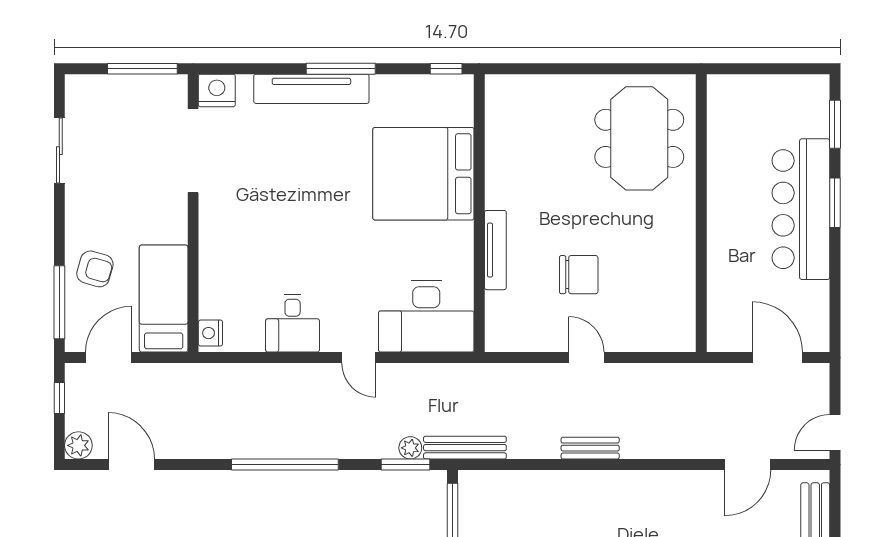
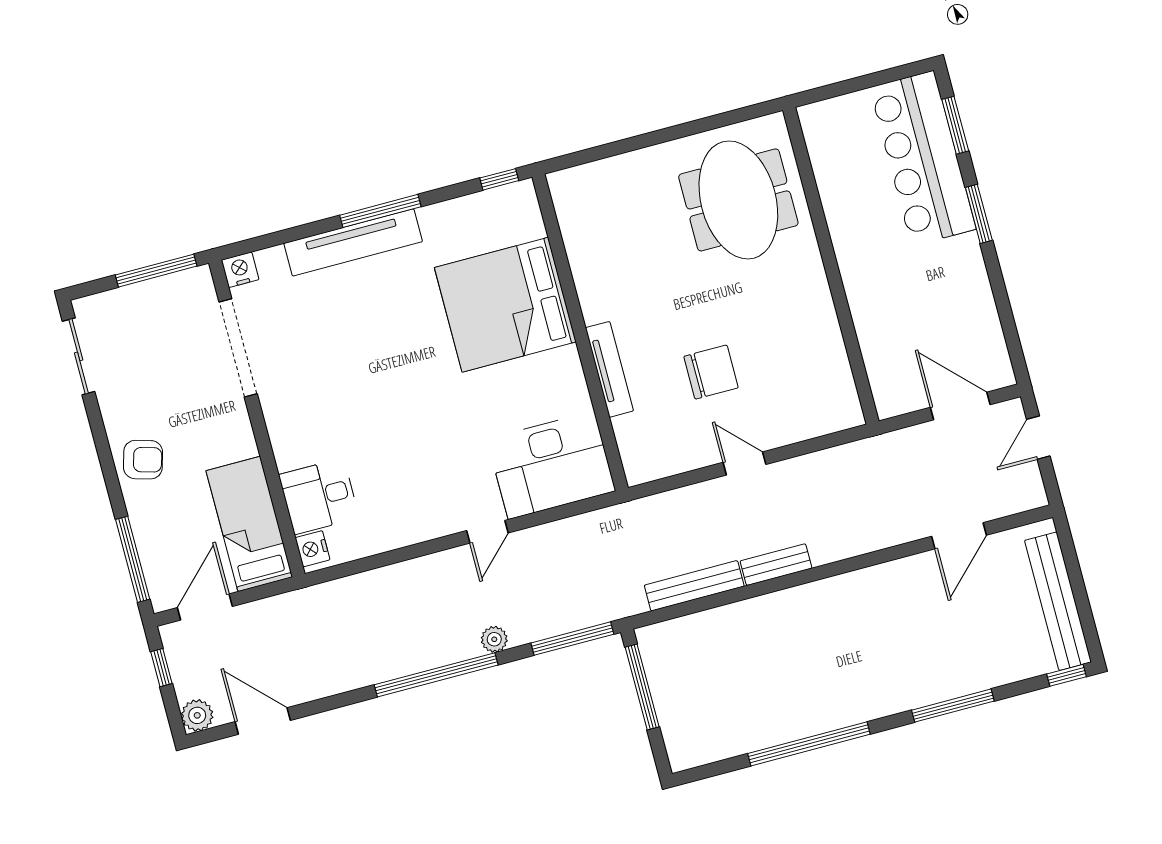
nightstand: (217, 90) -> (240, 270), width x0.74, depth x0.75
sliding door: (59, 151) -> (79, 356), moved
bar counter: (801, 209) -> (923, 158), moved
armchair: (95, 269) -> (143, 460), moved
desk: (293, 323) -> (319, 496), moved, turned 90
door: (359, 358) -> (487, 532), hinge flipped
door: (835, 432) -> (1038, 438), moved
plant: (410, 448) -> (494, 639), moved
bench: (465, 448) -> (694, 586), moved
window: (406, 464) -> (572, 639), width x1.44

